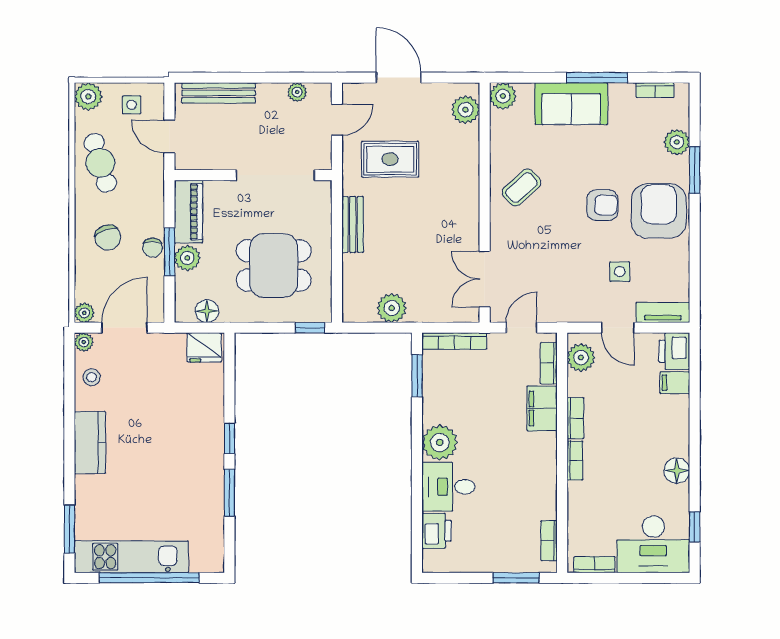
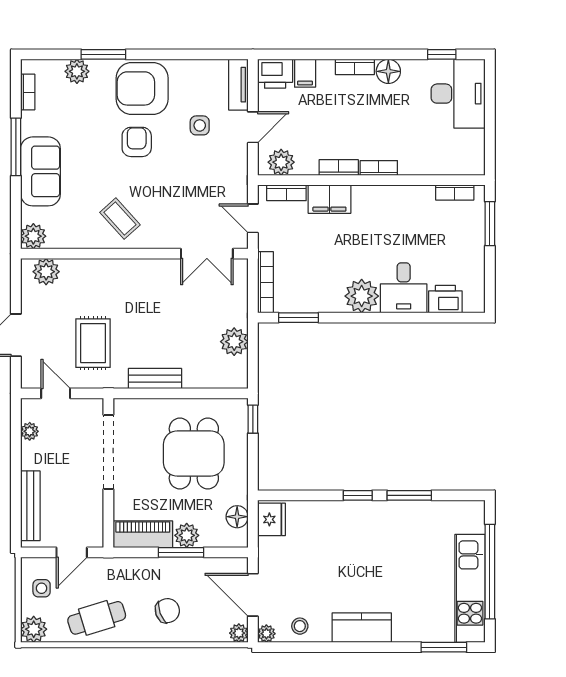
chair: (153, 248) -> (177, 568), removed
bookcase: (594, 565) -> (355, 67), moved, turned -90

